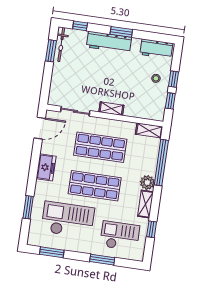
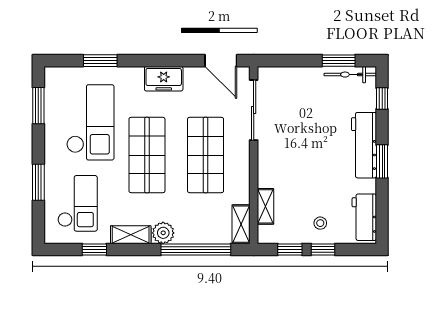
shelving: (111, 109) -> (265, 206), moved
sliding door: (75, 111) -> (254, 110), width x1.37

